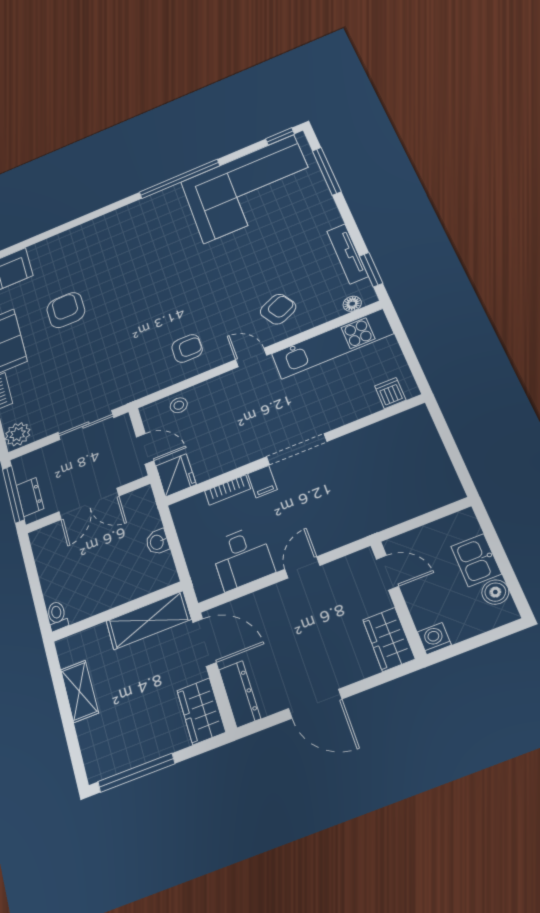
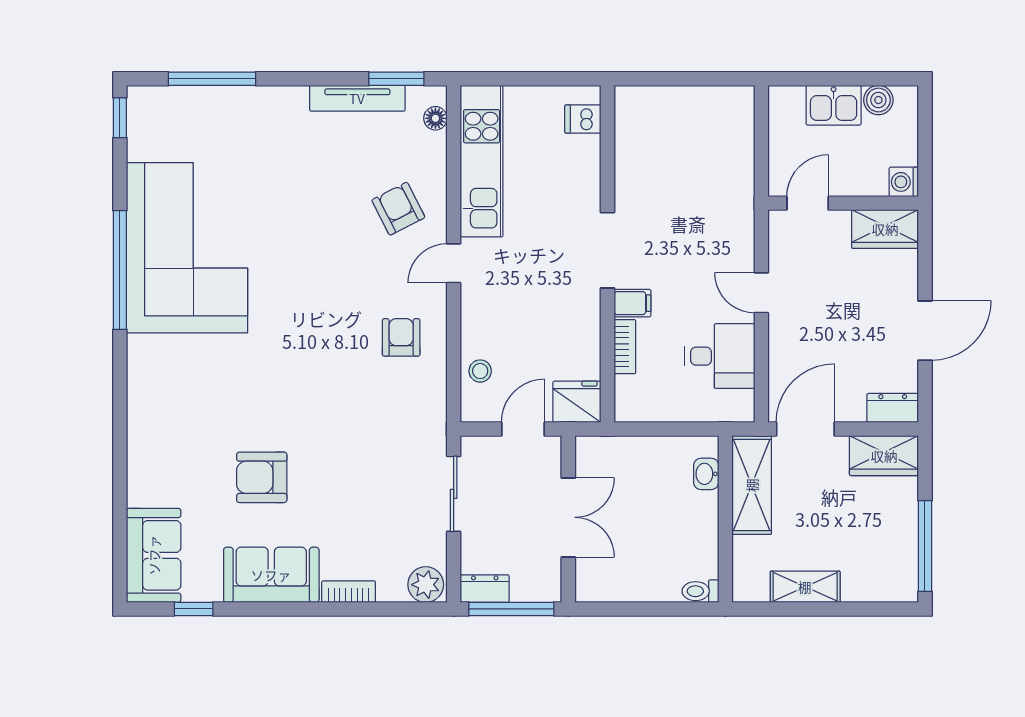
corner sofa: (249, 189) -> (187, 248), moved
dresser: (30, 497) -> (485, 589), moved
washbasin: (157, 542) -> (706, 474), moved, turned 90
dresser: (240, 694) -> (893, 408), width x0.70

